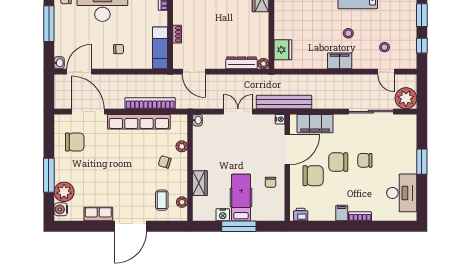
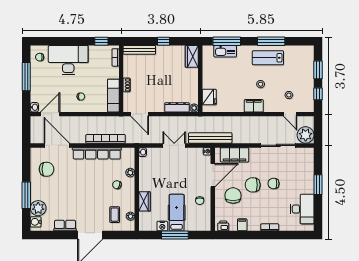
chair: (313, 176) -> (233, 196), turned -90
filing cabinet: (342, 213) -> (242, 225), moved

